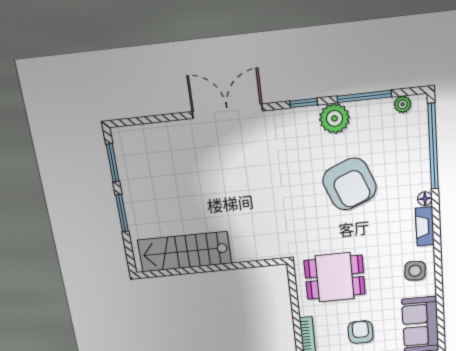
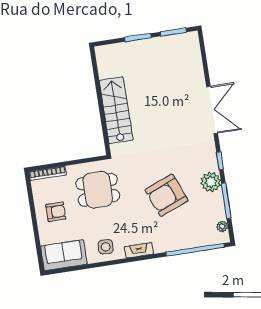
floor lamp: (425, 199) -> (159, 248), removed
stairs: (185, 252) -> (116, 110), moved
dining table: (335, 277) -> (98, 190), turned 90

